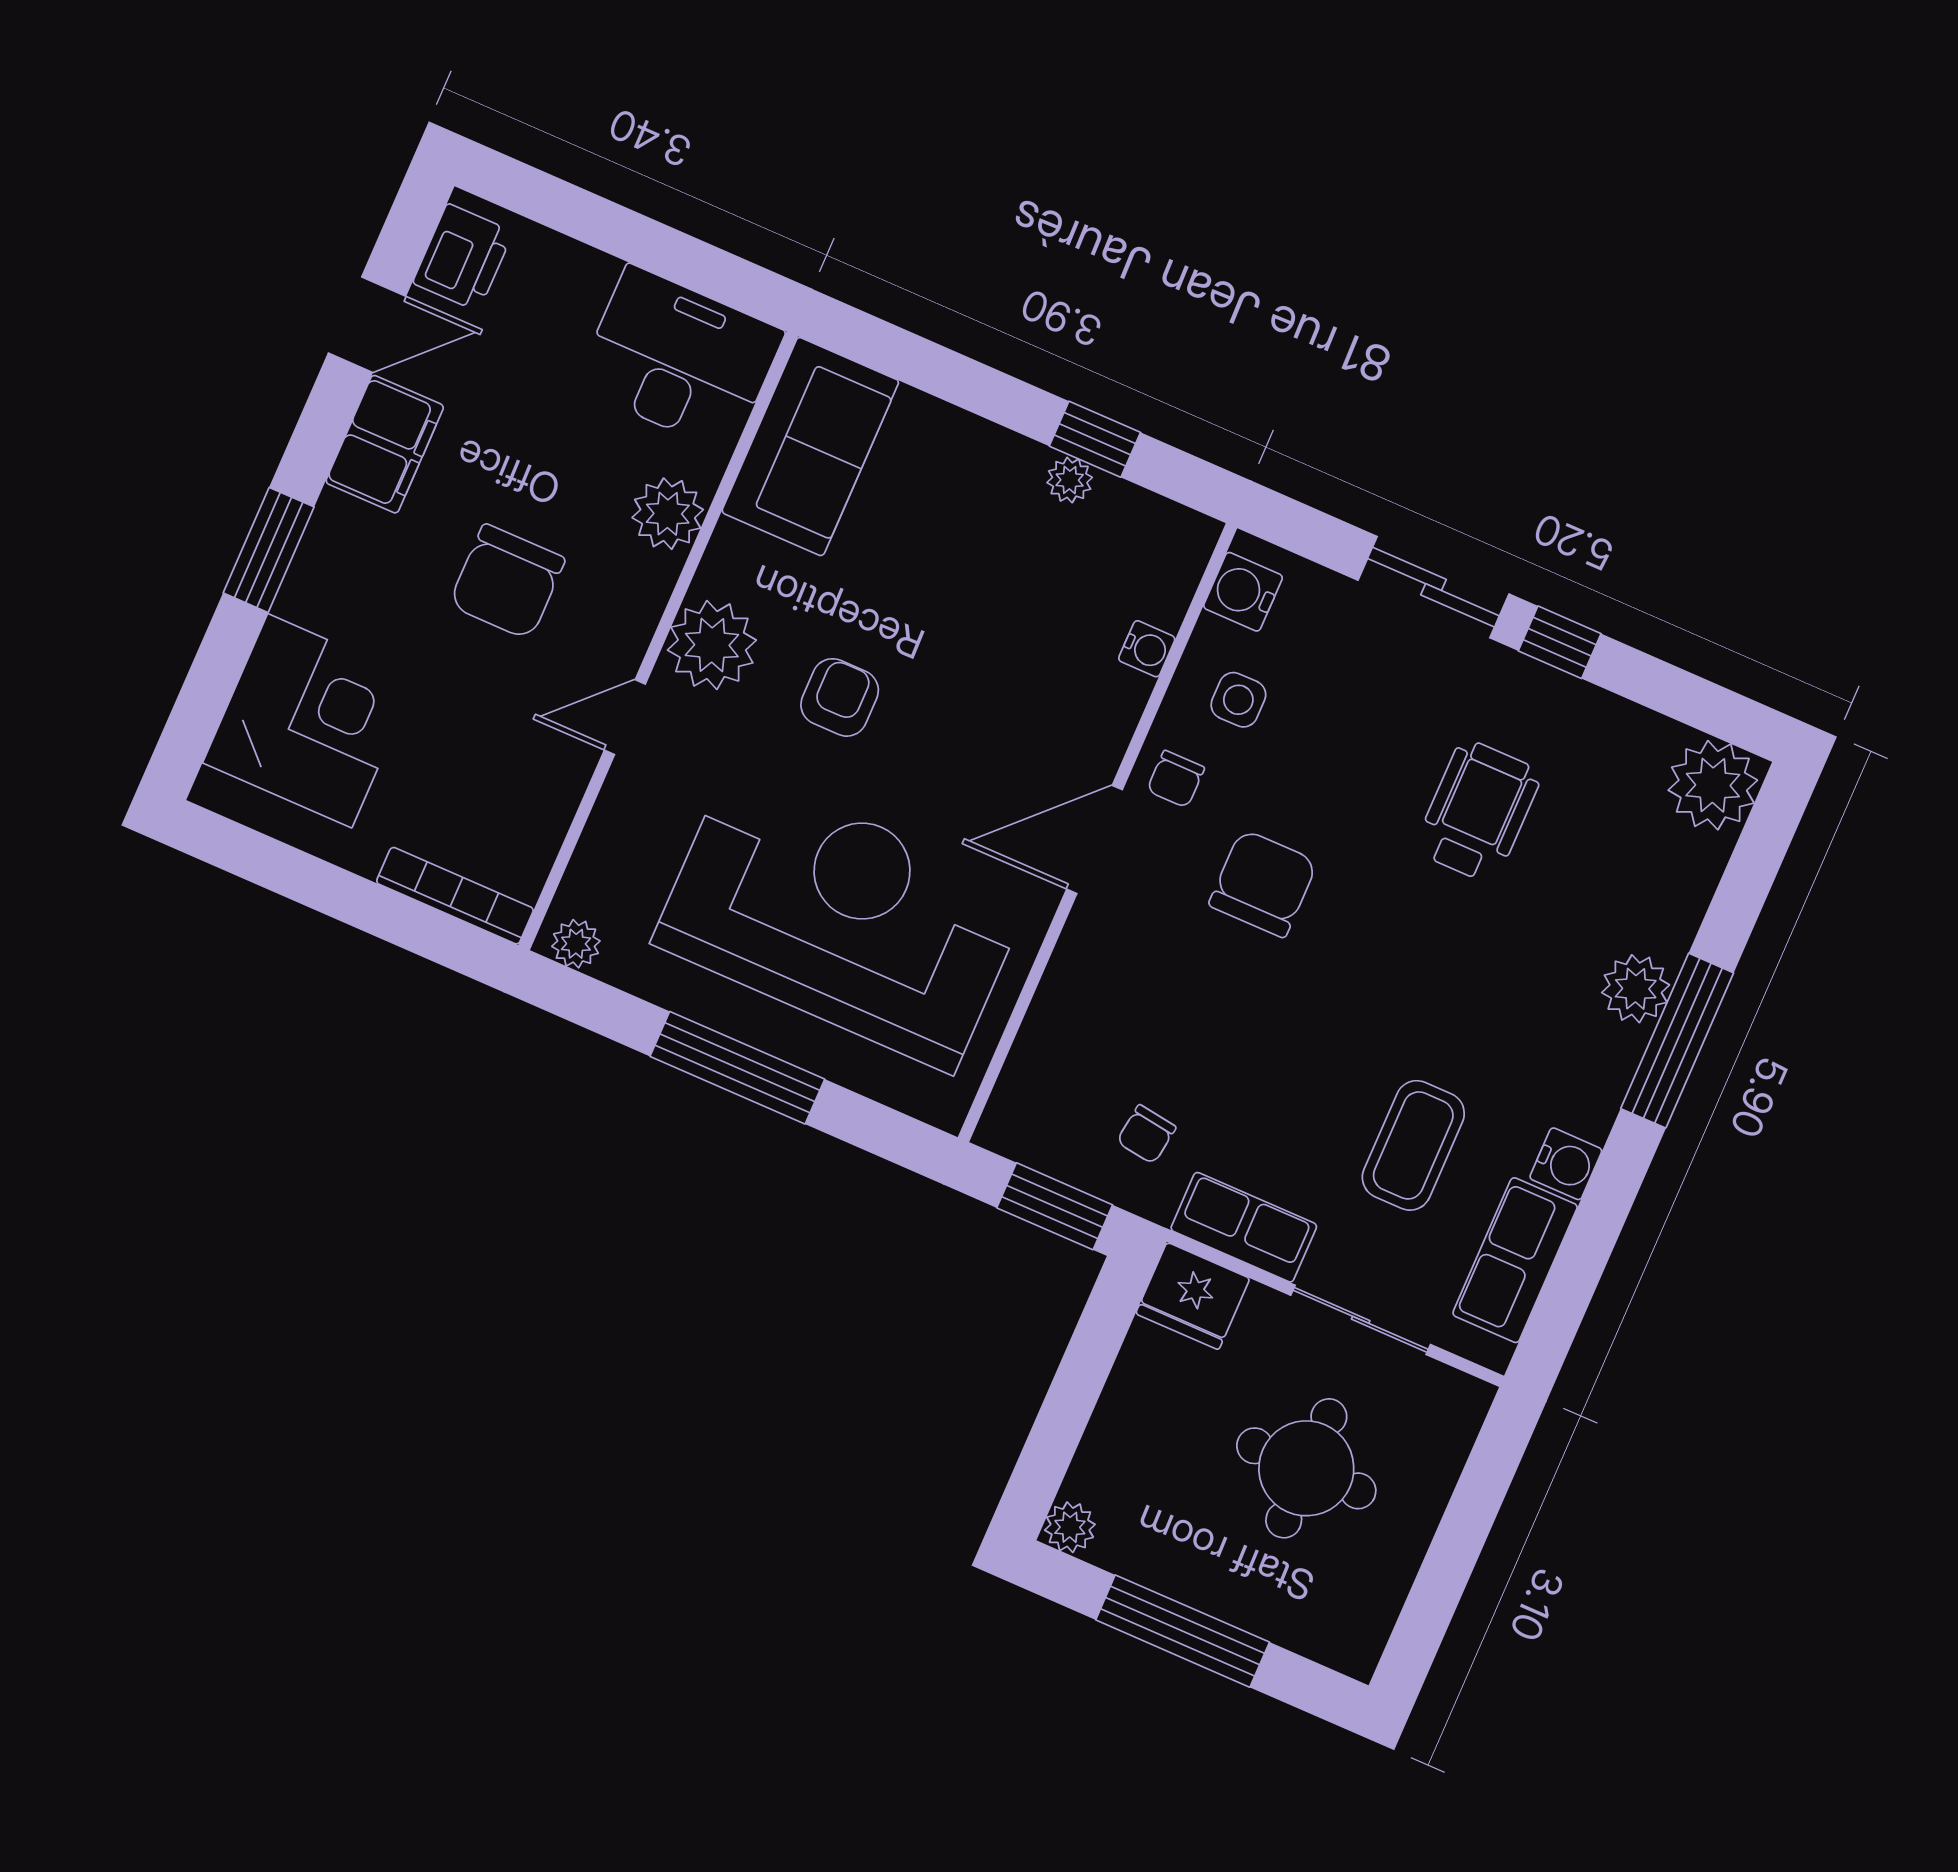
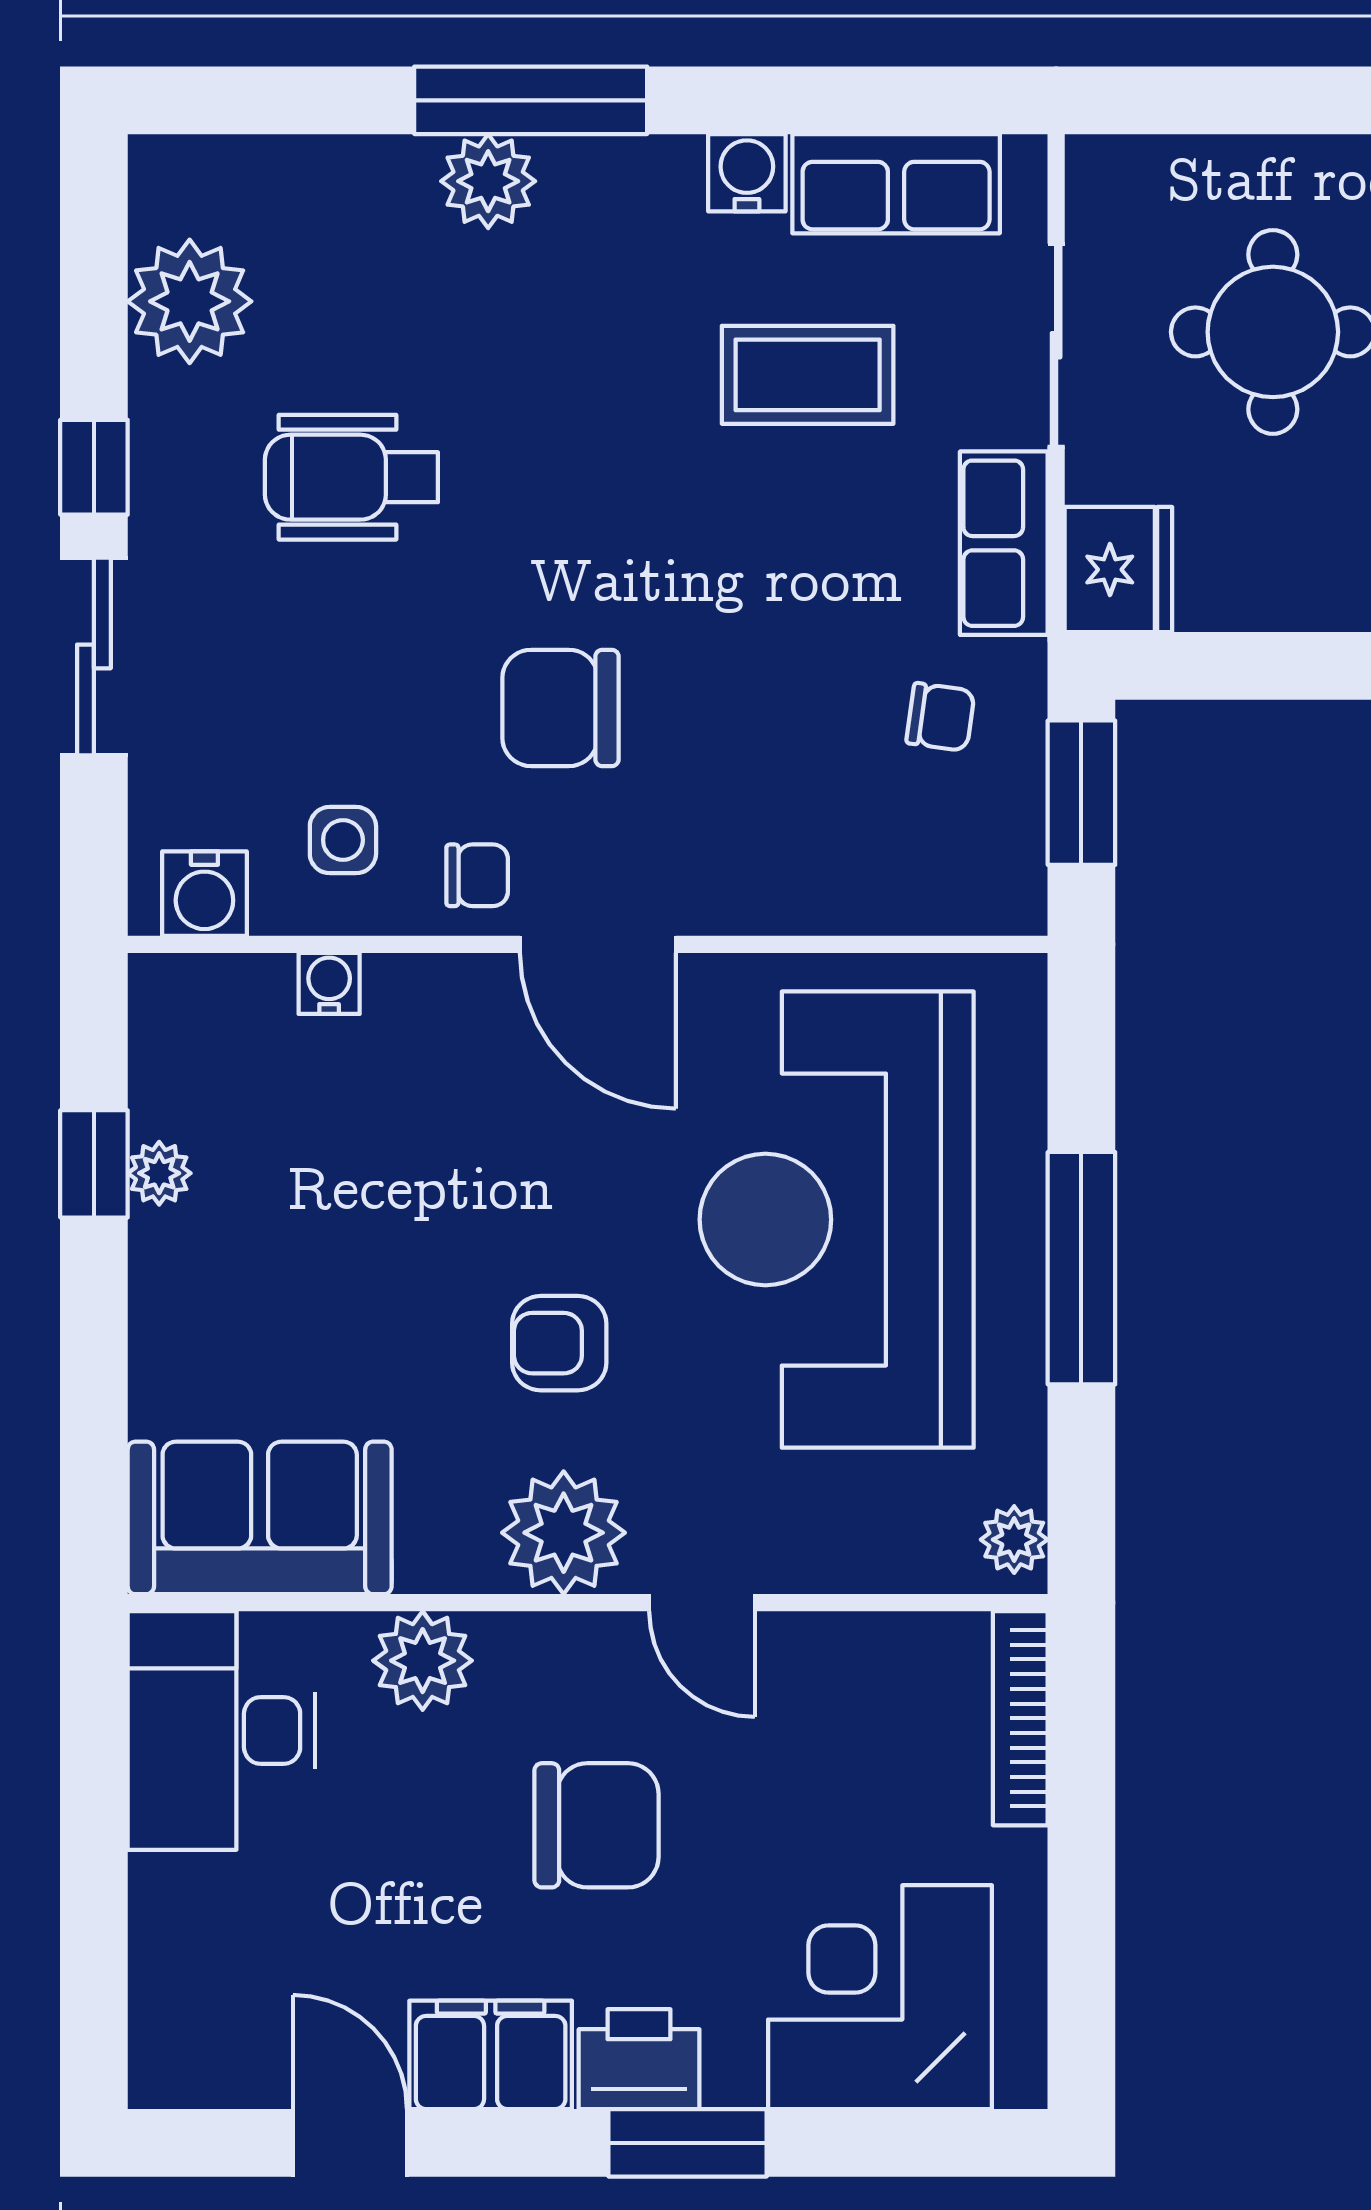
printer: (463, 257) -> (639, 2059), moved
plant: (1713, 785) -> (190, 301), moved

